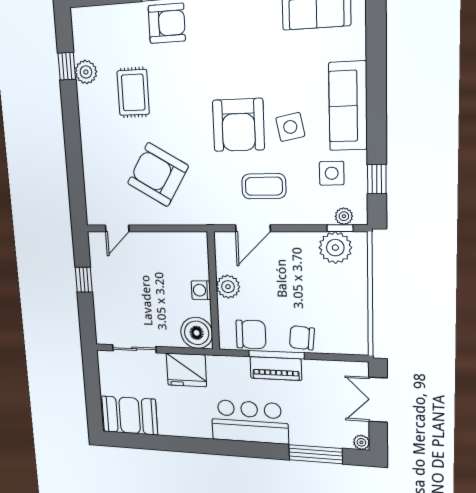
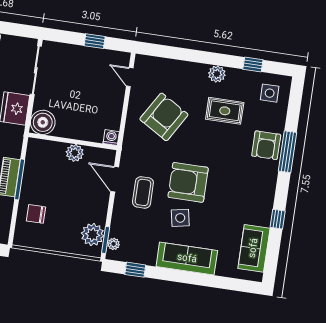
plant: (86, 72) -> (217, 74), moved
side table: (332, 173) -> (270, 93), moved
window: (340, 228) -> (106, 240), width x1.50
washing machine: (201, 290) -> (111, 138), moved
chair: (251, 334) -> (37, 163), removed
chair: (302, 338) -> (36, 214), moved, turned -95
sliding door: (134, 349) -> (36, 70), width x1.37

